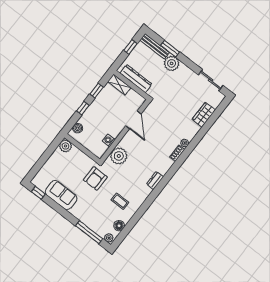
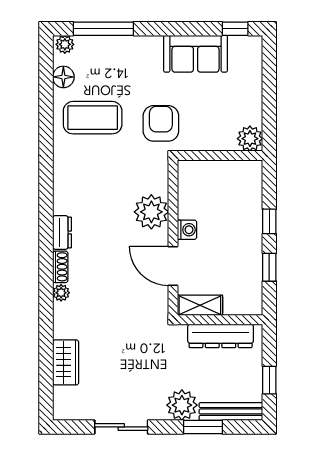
sliding door: (211, 80) -> (121, 427), moved
shelving: (119, 85) -> (200, 305), moved
boiler: (78, 128) -> (253, 183), removed
washing machine: (109, 140) -> (187, 230), moved
plant: (119, 156) -> (151, 212), moved
dresser: (155, 180) -> (62, 232), moved
coffee table: (120, 201) -> (93, 118), width x1.86, depth x1.72

